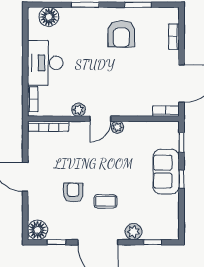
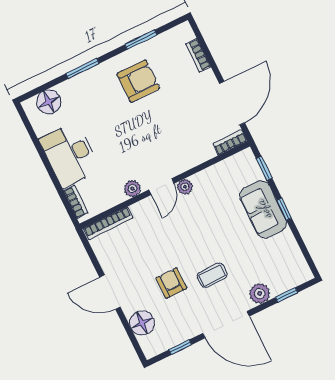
armchair: (121, 34) -> (138, 81), turned -90
floor lamp: (37, 230) -> (142, 323), moved

